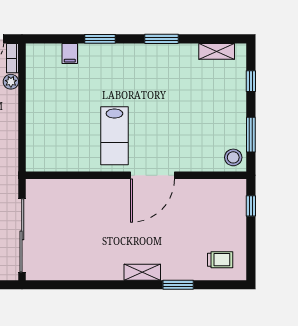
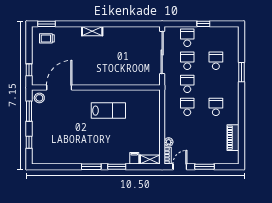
window: (162, 39) -> (91, 167), moved
shelving: (217, 51) -> (150, 160), moved
lab bench: (114, 136) -> (108, 111), turned 90
door: (153, 175) -> (59, 88), moved
window: (178, 285) -> (47, 24), moved

